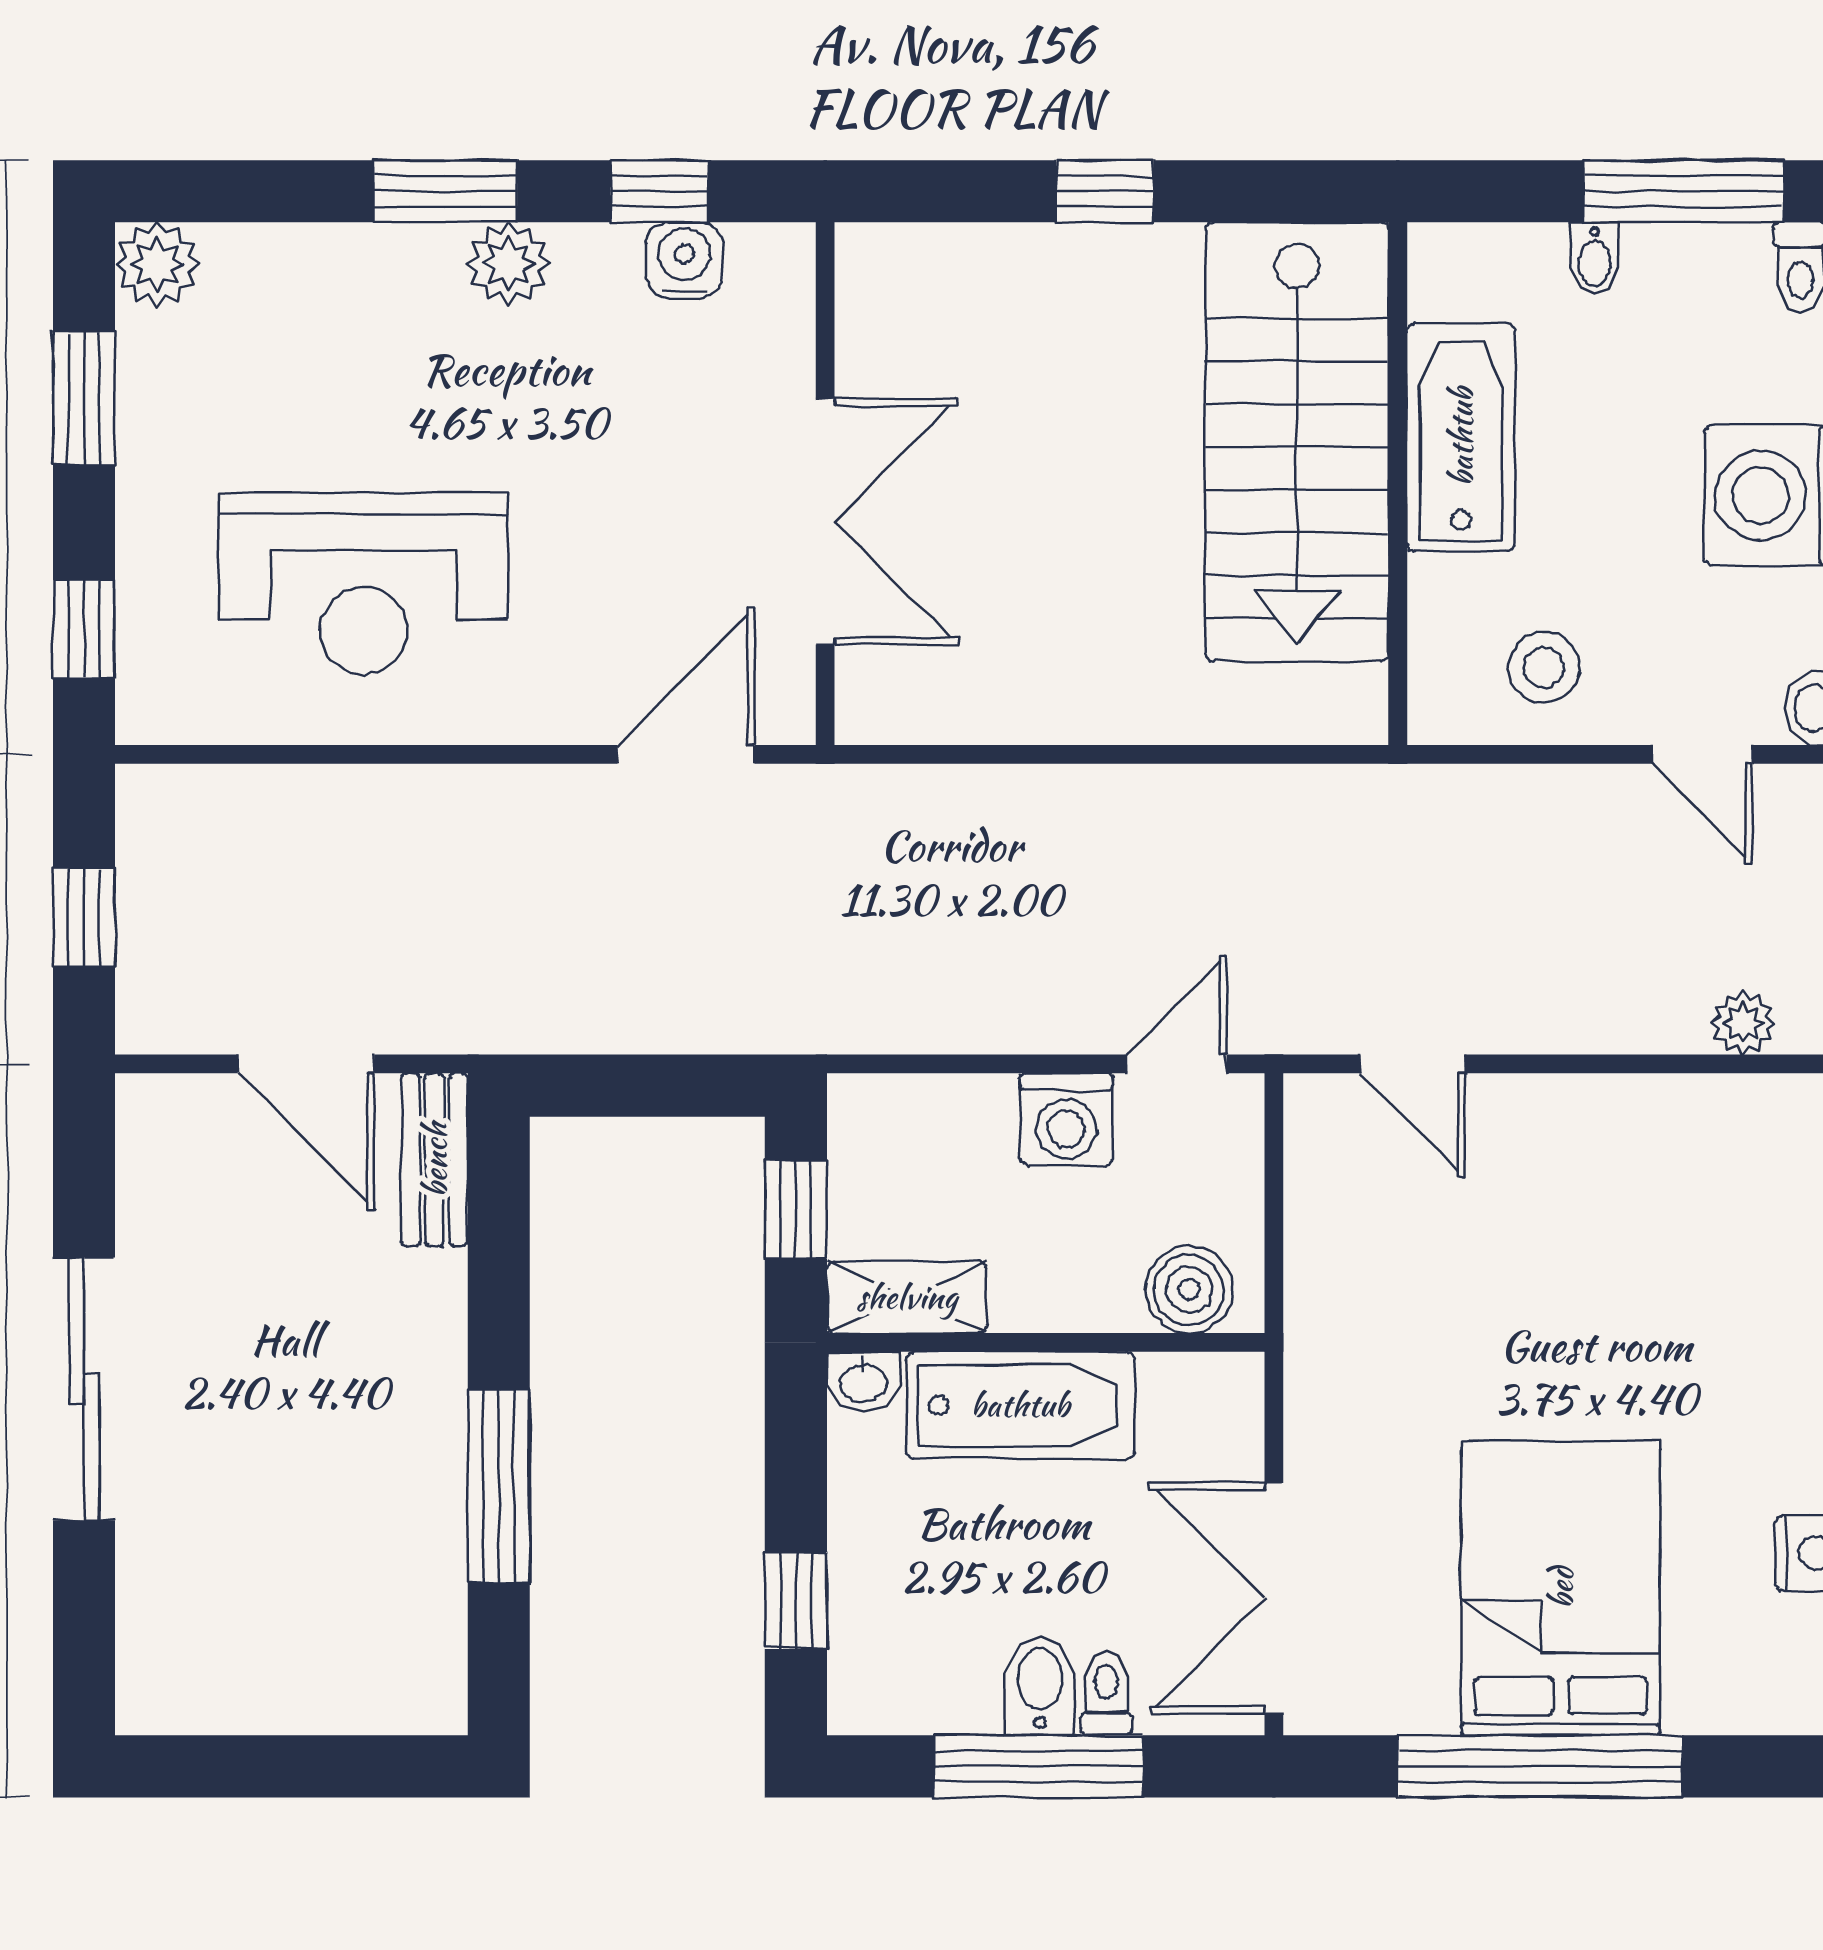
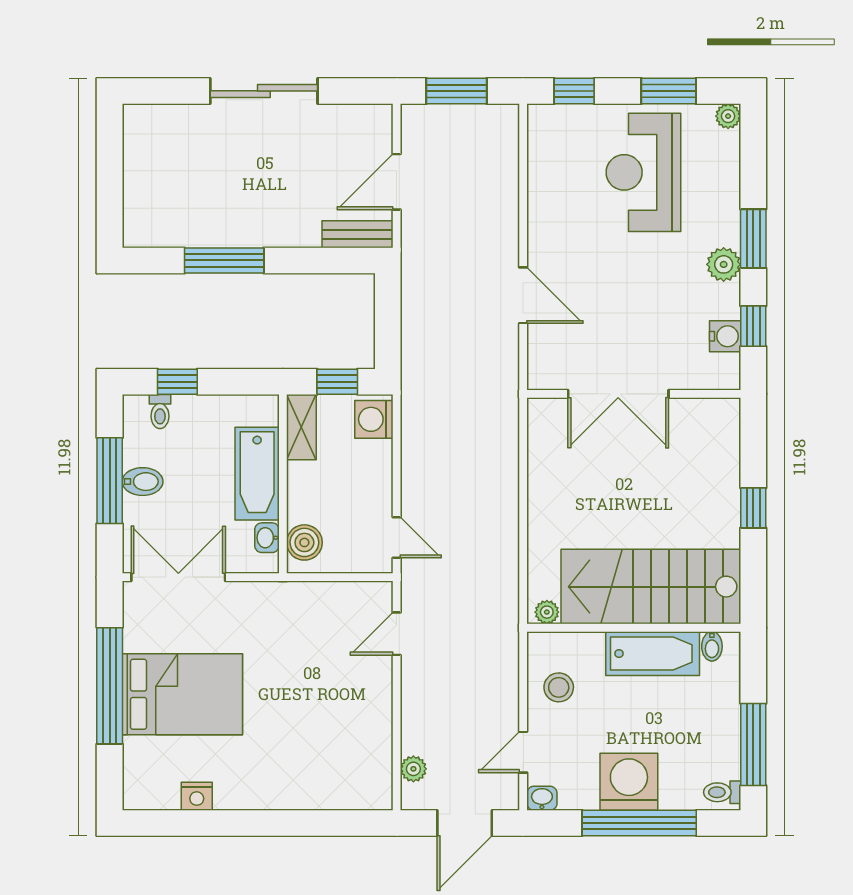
bidet: (1595, 258) -> (712, 646), moved, turned -90
plant: (157, 264) -> (728, 116), width x0.73, depth x0.73
reception desk: (364, 583) -> (643, 172), moved
plant: (1359, 696) -> (547, 612), added
door: (686, 754) -> (523, 295), moved
window: (84, 917) -> (457, 91), width x1.50
washing machine: (1066, 1120) -> (374, 419), moved
washbasin: (864, 1381) -> (267, 538), moved
toilet: (1106, 1694) -> (160, 412), moved, turned 90

